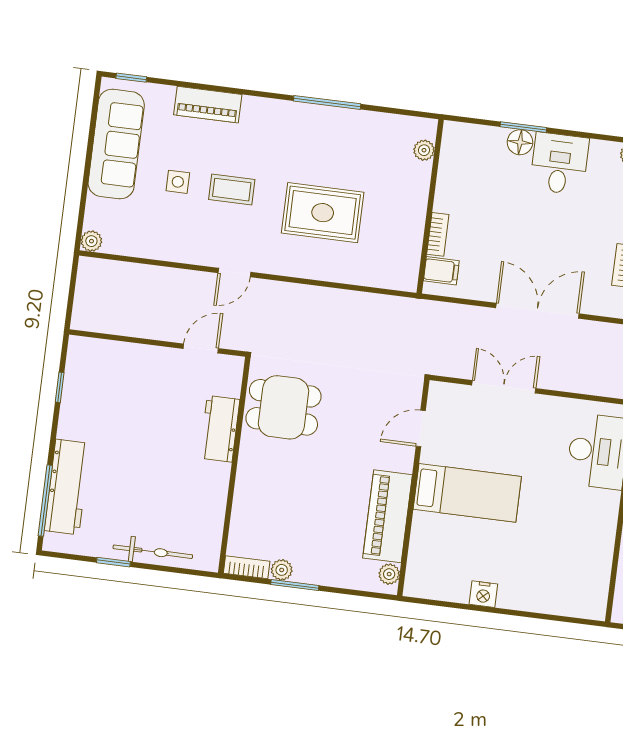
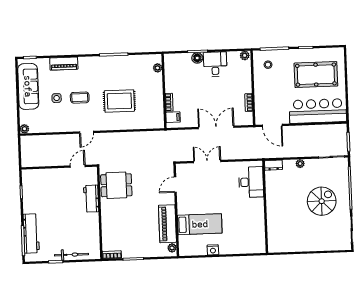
bed: (467, 493) -> (200, 224), moved
plant: (282, 570) -> (127, 253), removed

